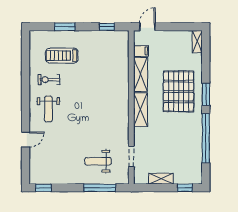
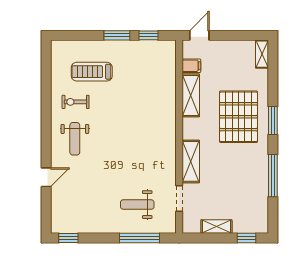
window: (65, 27) -> (117, 35), moved
shelving: (141, 110) -> (191, 161), moved
window: (206, 138) -> (273, 176), width x0.68

